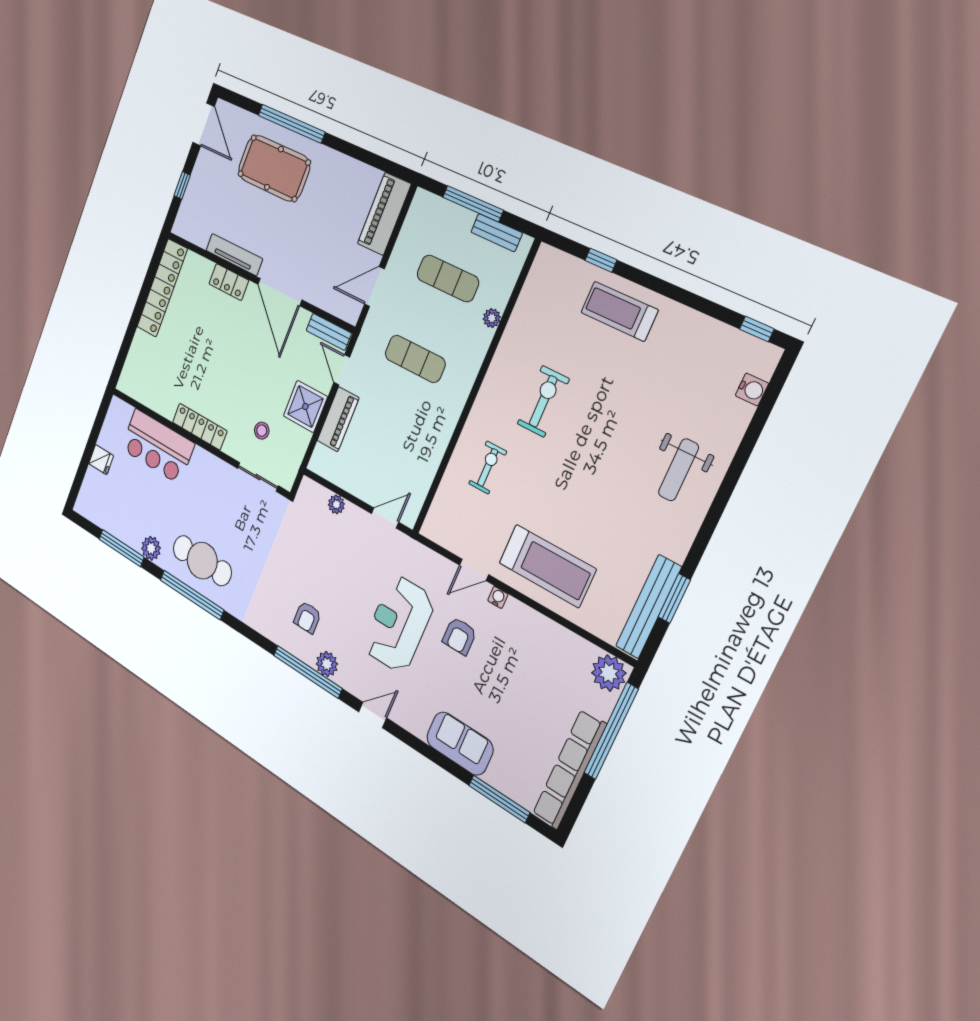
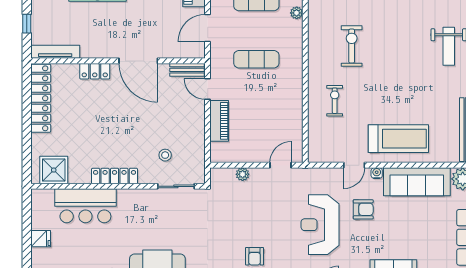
tv unit: (234, 255) -> (55, 52), moved
shower: (305, 406) -> (54, 170), moved
armchair: (459, 636) -> (363, 209), turned -90
sofa: (545, 640) -> (417, 182), added

